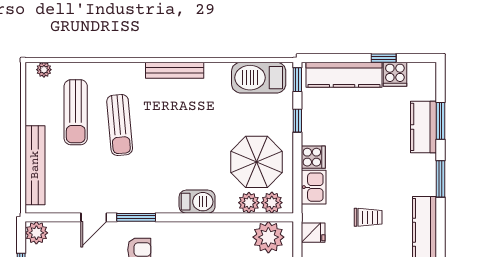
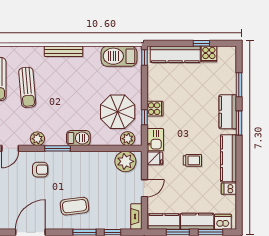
window: (297, 121) -> (144, 117), moved
kitchen counter: (424, 127) -> (228, 112), moved
kitchen sink: (314, 187) -> (155, 140), moved
plant: (249, 203) -> (37, 139), moved
window: (136, 217) -> (58, 148), moved
trolley: (368, 217) -> (192, 160), moved

